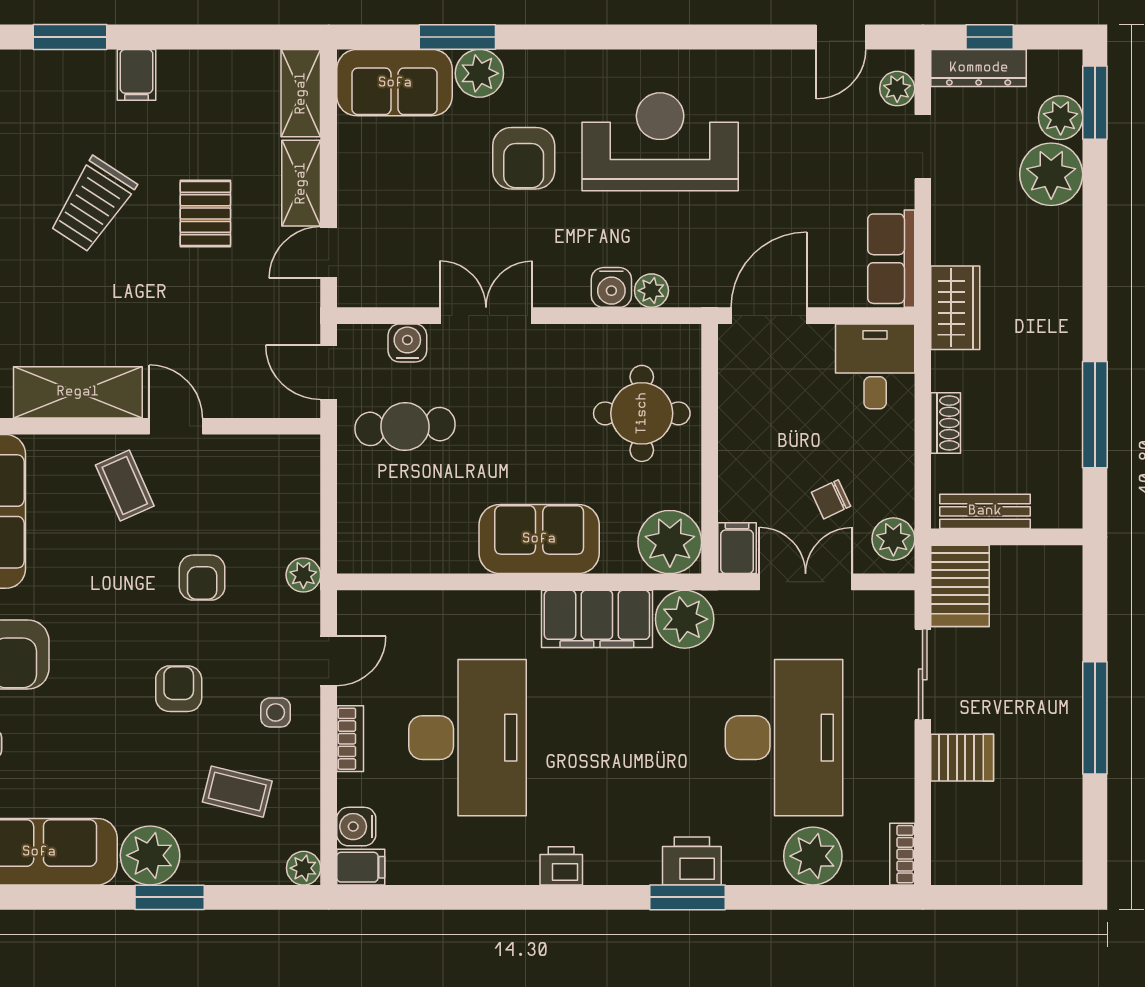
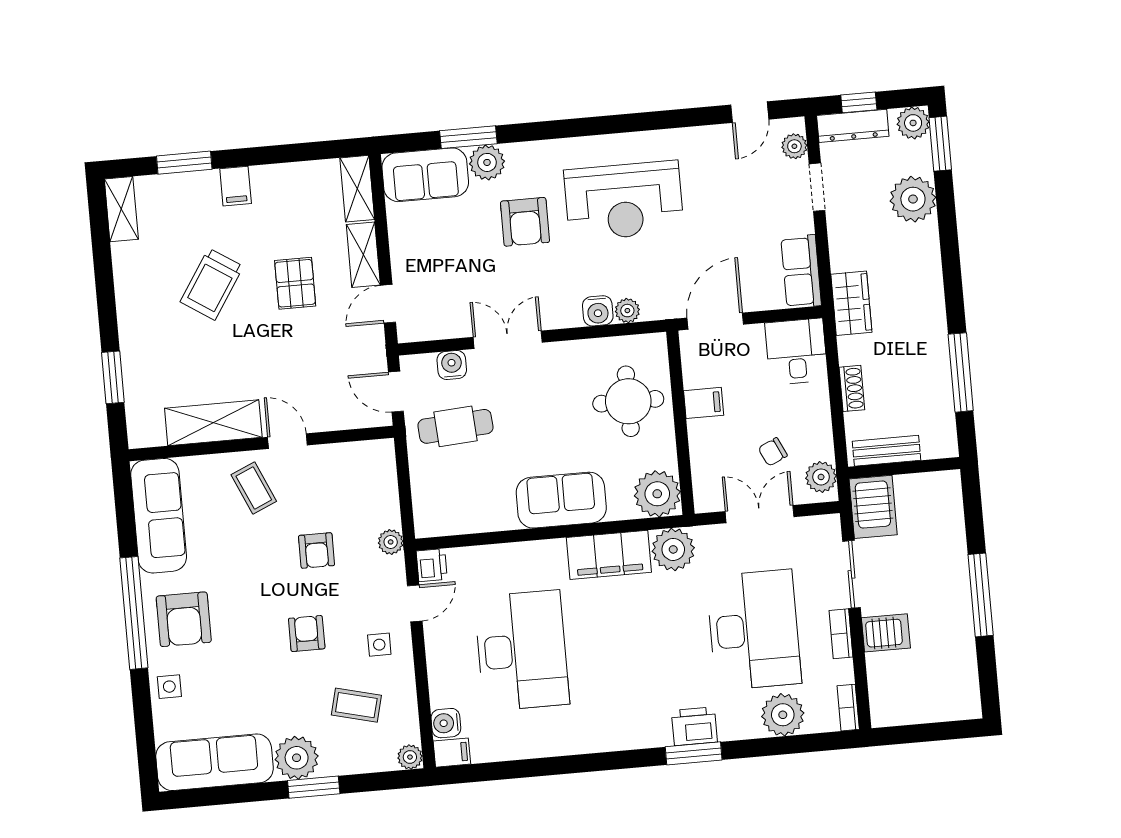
plant: (1061, 118) -> (913, 123), moved
reception desk: (660, 142) -> (624, 201), turned 180
filing cabinet: (737, 548) -> (704, 403), moved, turned 90
bookcase: (350, 739) -> (841, 634), moved, turned 180
printer: (561, 866) -> (432, 565), moved, turned 90

